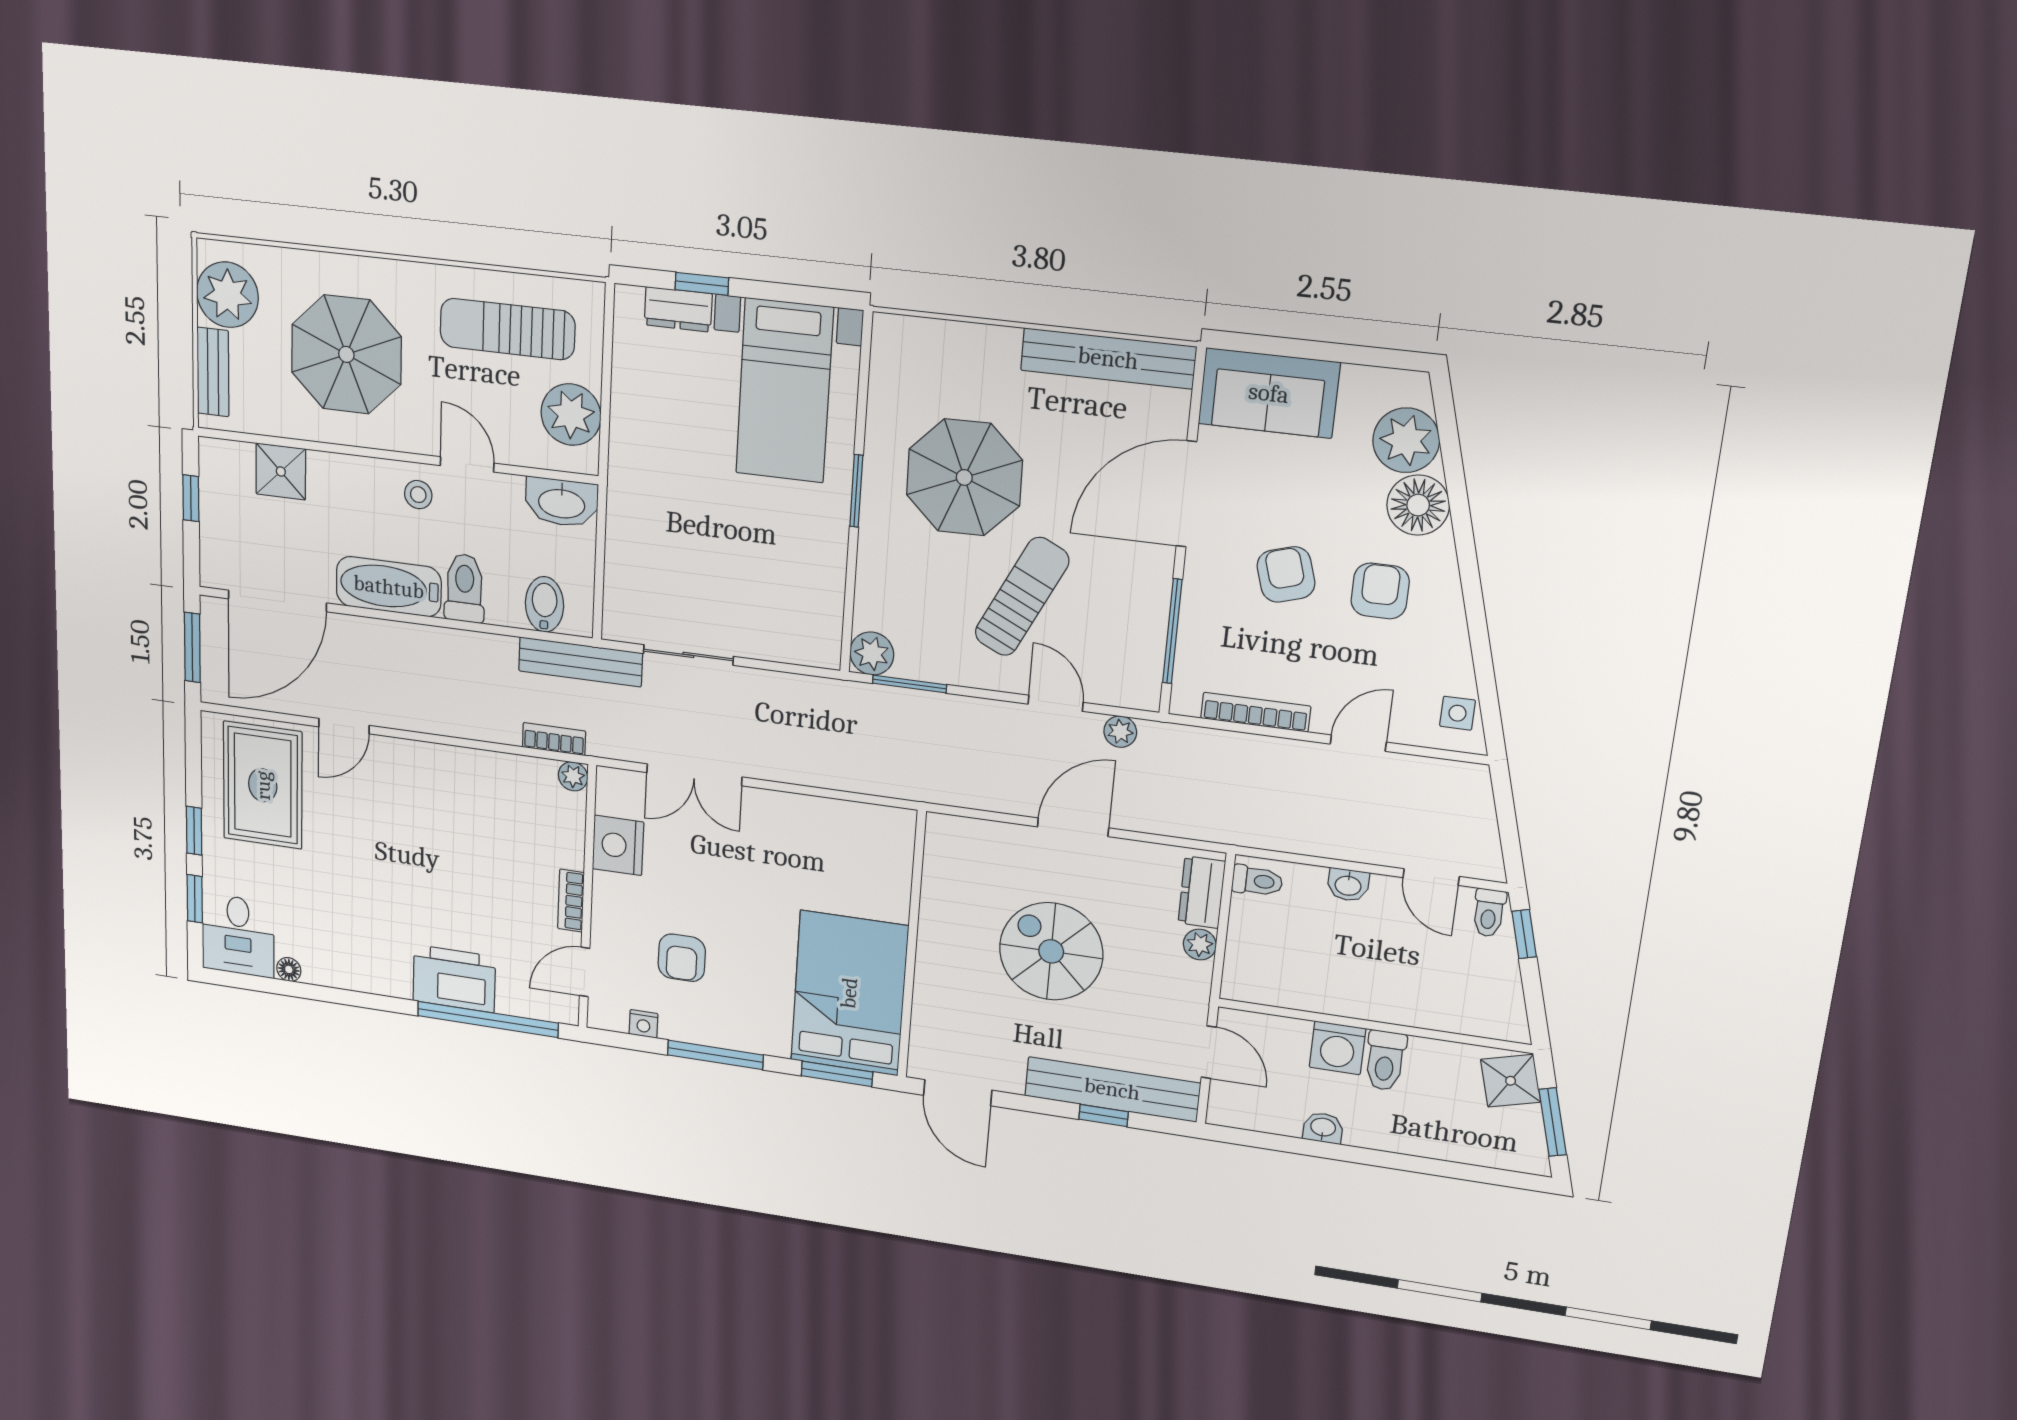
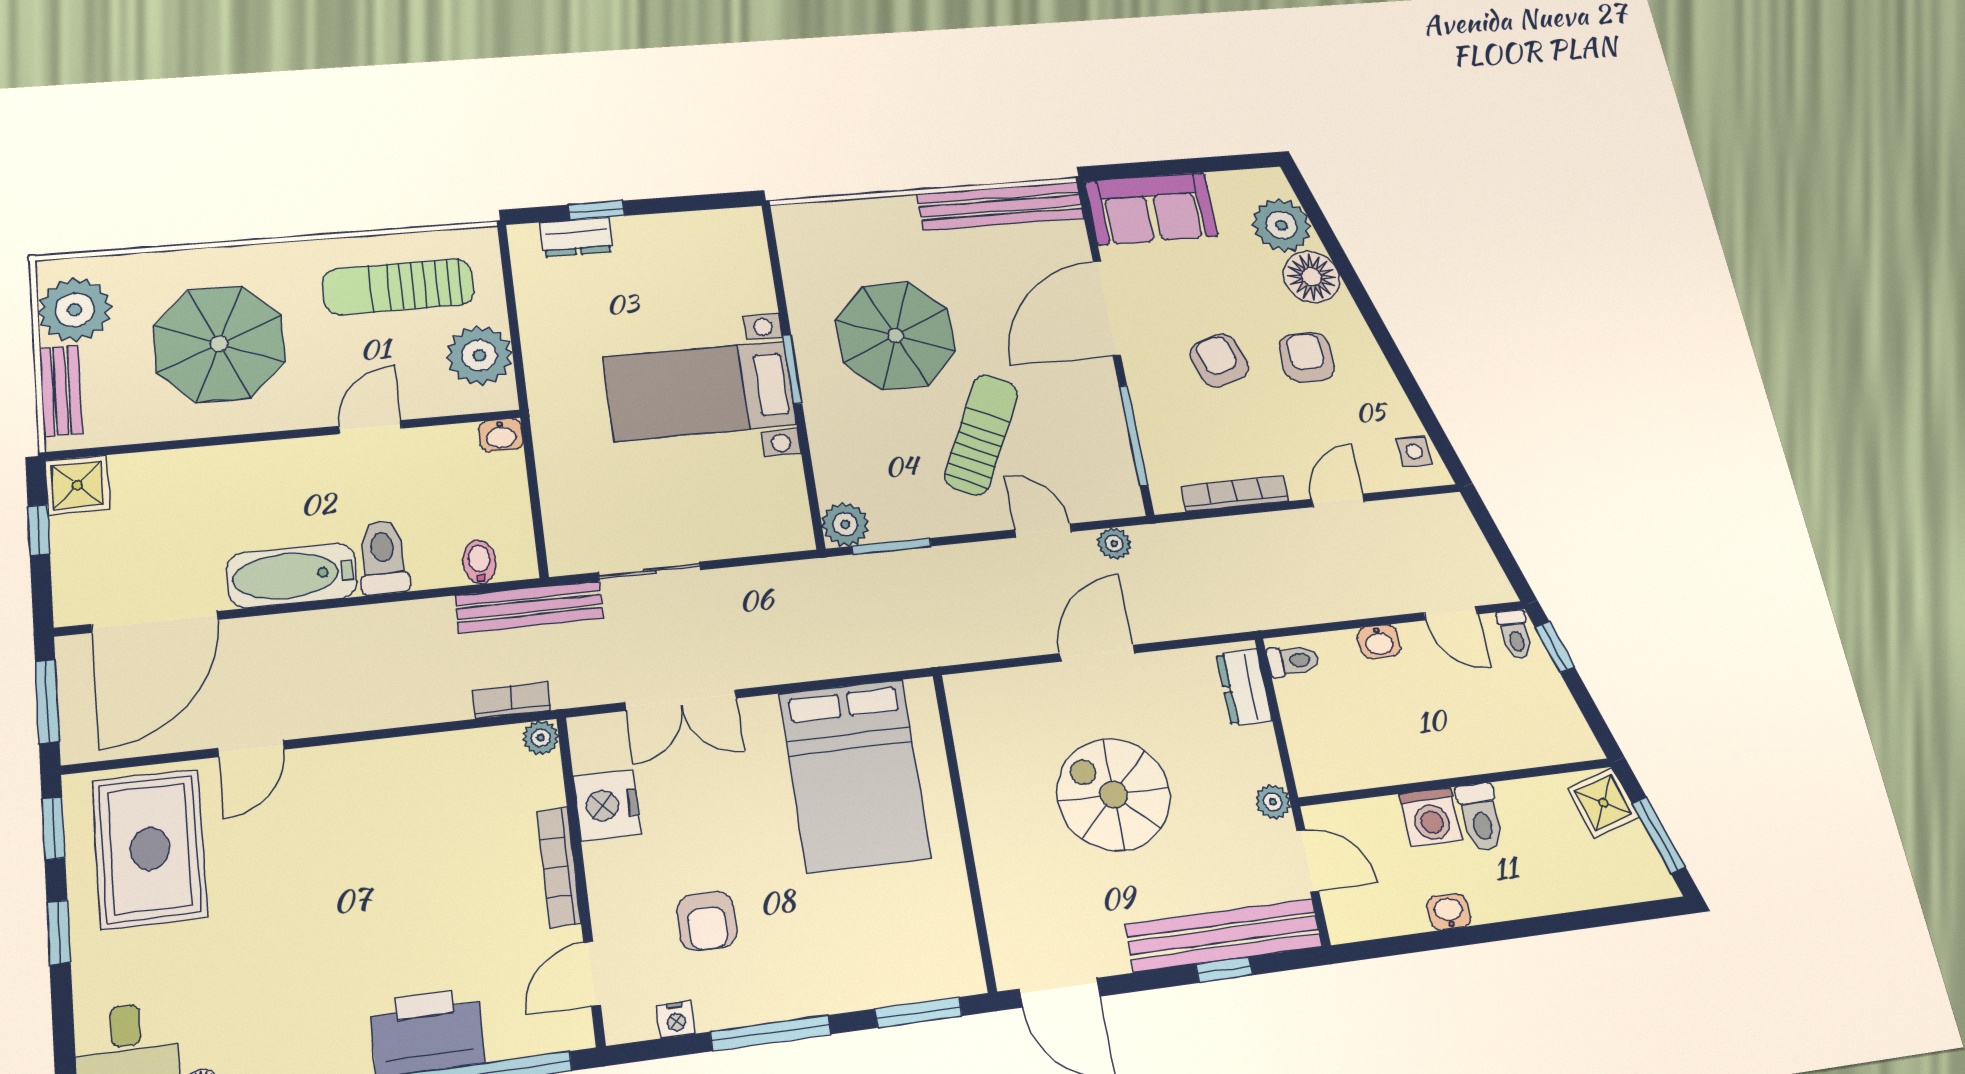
bed with nightstands: (784, 391) -> (700, 391), moved, turned 90
door: (467, 464) -> (370, 427), hinge flipped
shower: (281, 471) -> (77, 485), moved
stool: (418, 495) -> (317, 470), removed
washbasin: (562, 502) -> (501, 435), width x0.52, depth x0.69
bidet: (544, 604) -> (479, 562), width x0.72, depth x0.74
window: (195, 899) -> (53, 828), moved
bookcase: (571, 901) -> (559, 867), width x1.56
plant: (1200, 945) -> (1273, 802), moved
bed: (849, 993) -> (855, 775), moved, turned 180

